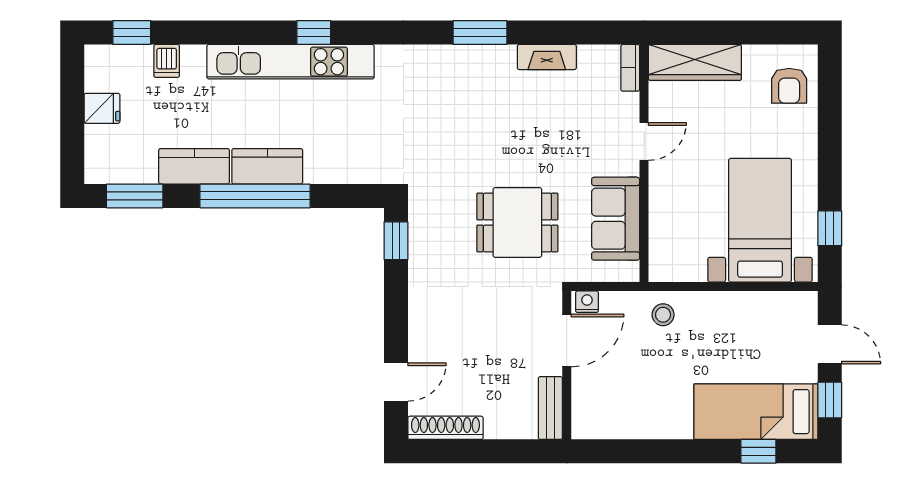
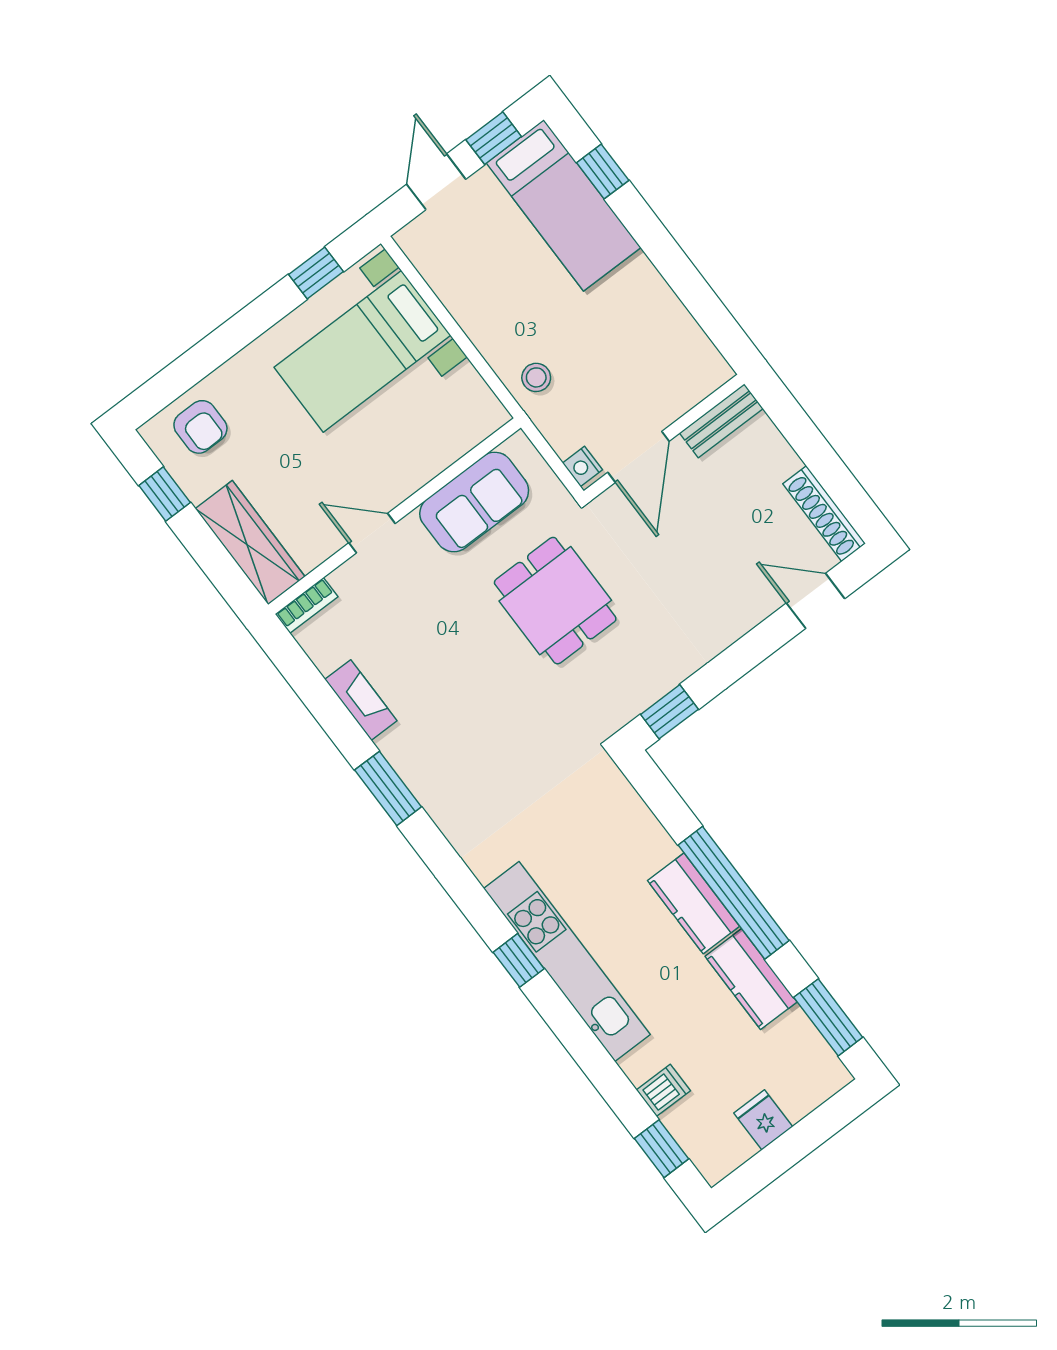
window: (765, 33) -> (165, 494), added
armchair: (789, 86) -> (200, 427), turned 90
door: (567, 341) -> (639, 457), swing flipped

